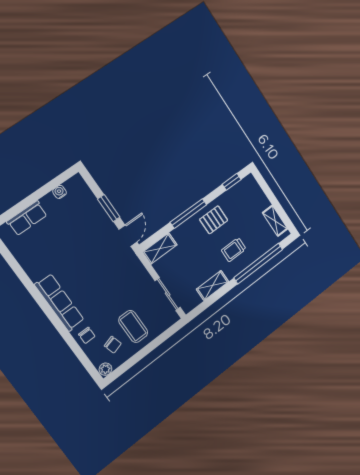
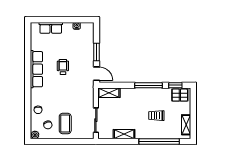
window: (188, 213) -> (149, 85), moved
pallet: (214, 220) -> (180, 95), moved
door: (128, 236) -> (96, 74), hinge flipped
trolley: (234, 250) -> (156, 116), moved
wheelchair: (80, 258) -> (63, 67), added
row of seats: (60, 303) -> (36, 69), moved

